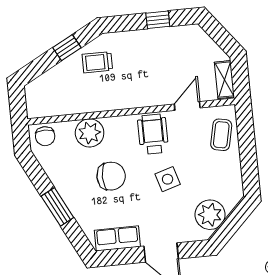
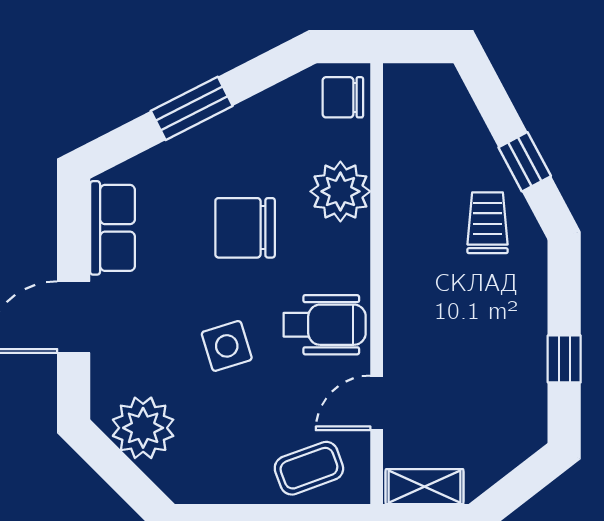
door: (187, 106) -> (377, 403), swing flipped
coffee table: (221, 135) -> (309, 468), turned -32
chair: (111, 176) -> (245, 228), turned 90

